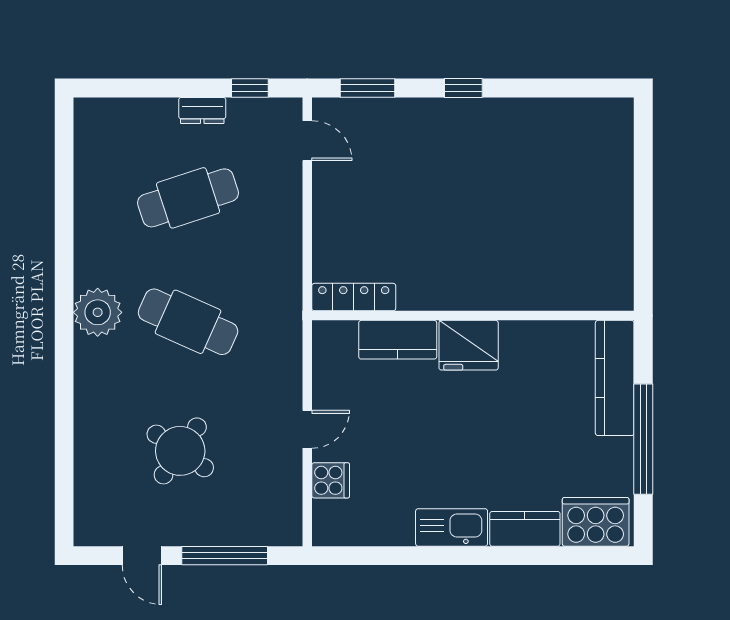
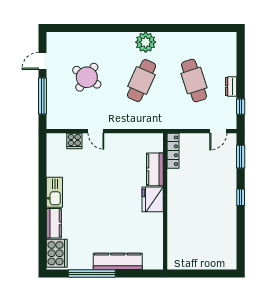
locker: (354, 297) -> (173, 151), moved
wall: (473, 316) -> (165, 201), moved
kitchen counter: (398, 340) -> (155, 169), moved
fridge: (469, 345) -> (153, 199), moved

